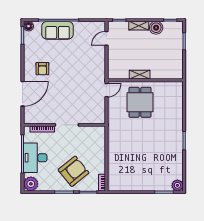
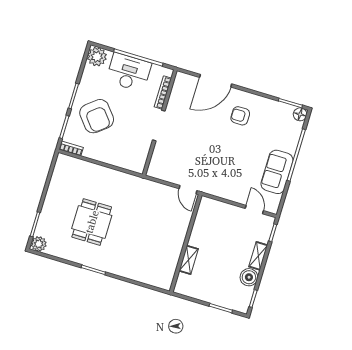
sofa: (58, 30) -> (277, 172), moved
shelving: (140, 75) -> (189, 260), moved
door: (23, 94) -> (216, 81), hinge flipped
dining table: (140, 102) -> (92, 222), moved, turned 90

